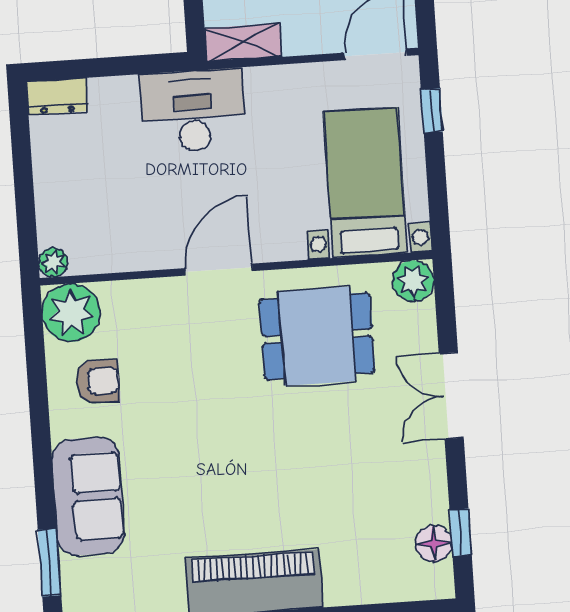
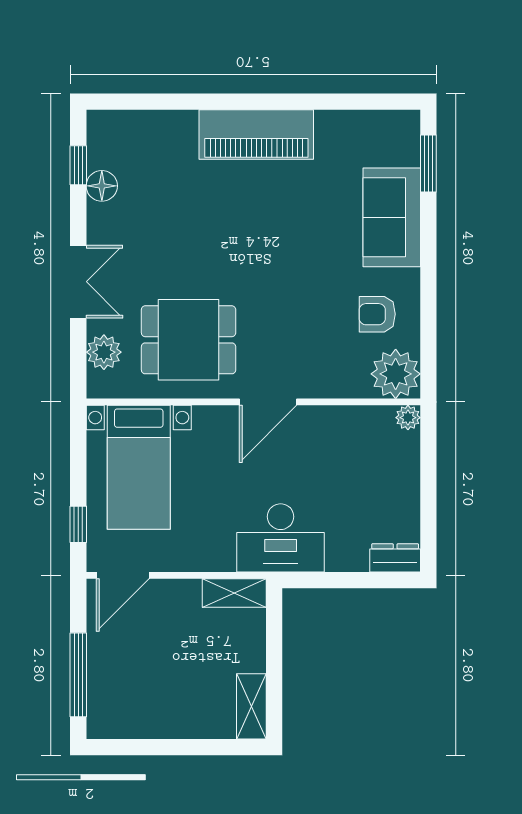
plant: (413, 281) -> (104, 352), moved
floor lamp: (434, 544) -> (102, 186), moved

